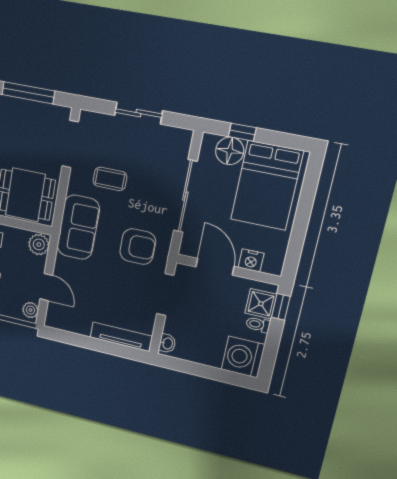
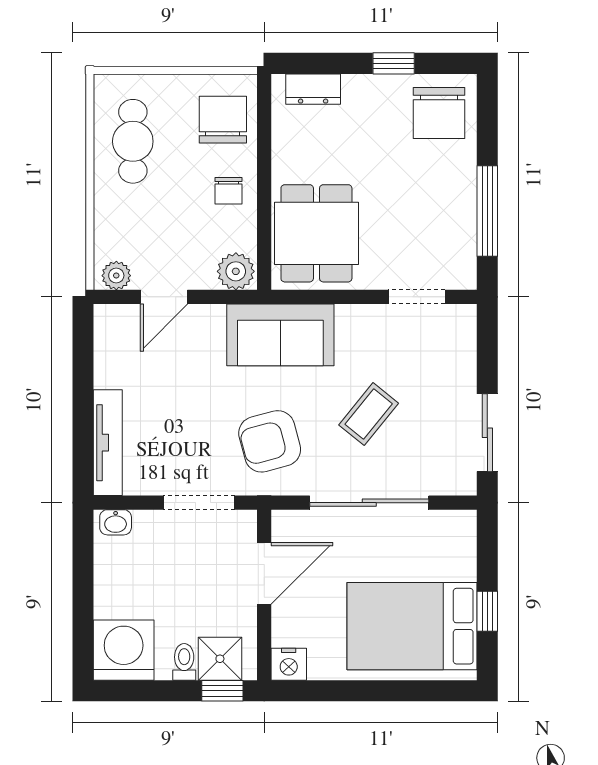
sliding door: (138, 113) -> (487, 433), moved
window: (242, 132) -> (487, 611), moved
doorway: (70, 144) -> (417, 297), width x0.73
floor lamp: (230, 151) -> (455, 558), removed
coffee table: (110, 179) -> (369, 414), moved, turned 39
armchair: (138, 247) -> (270, 441), turned 75
nightstand: (251, 260) -> (289, 664), moved, turned -90

